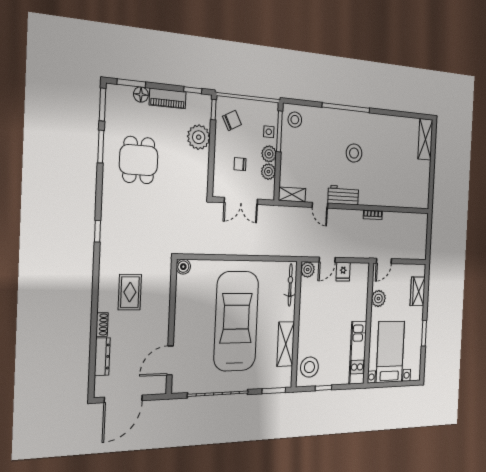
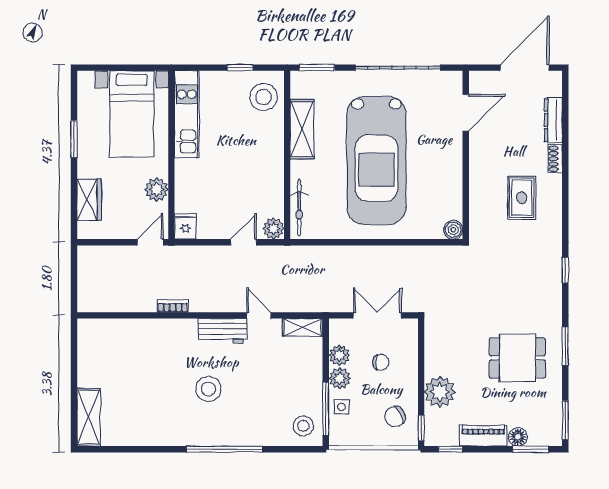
window: (101, 147) -> (565, 346), moved
dining table: (139, 160) -> (517, 358), turned 90
fridge: (343, 272) -> (185, 226), moved

